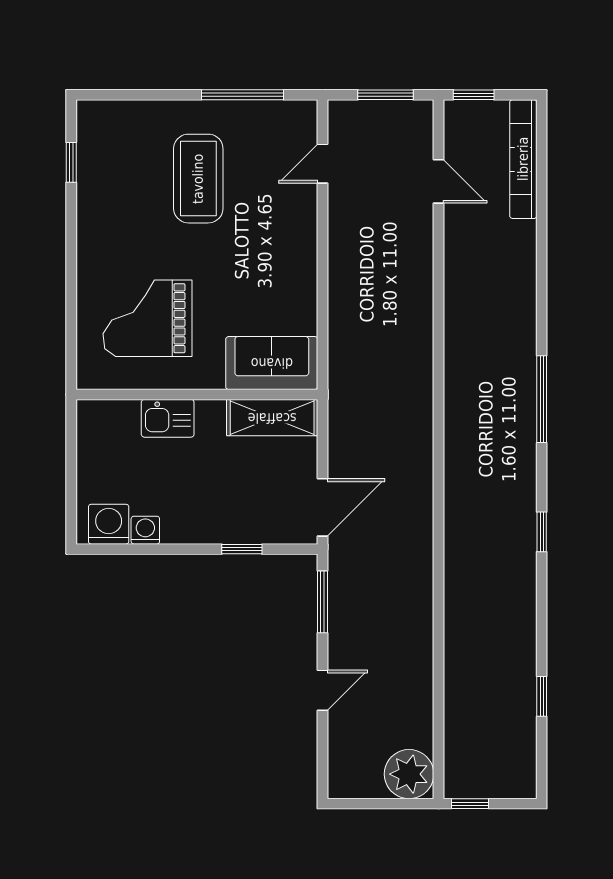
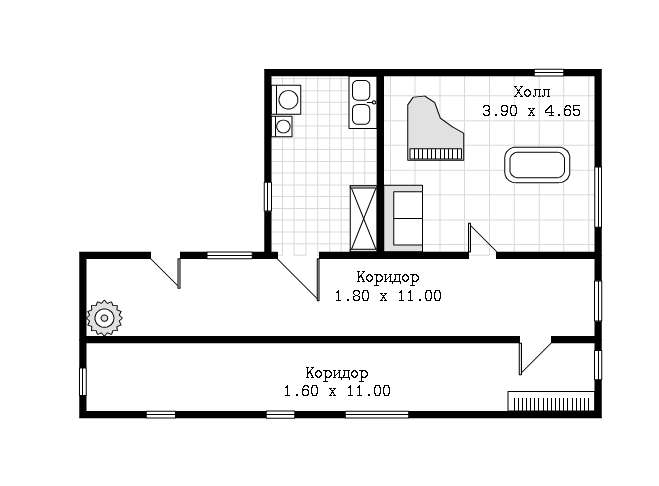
door: (323, 164) -> (483, 255), moved
kitchen sink: (168, 418) -> (363, 102), moved, width x1.38
window: (470, 804) -> (83, 382), moved

